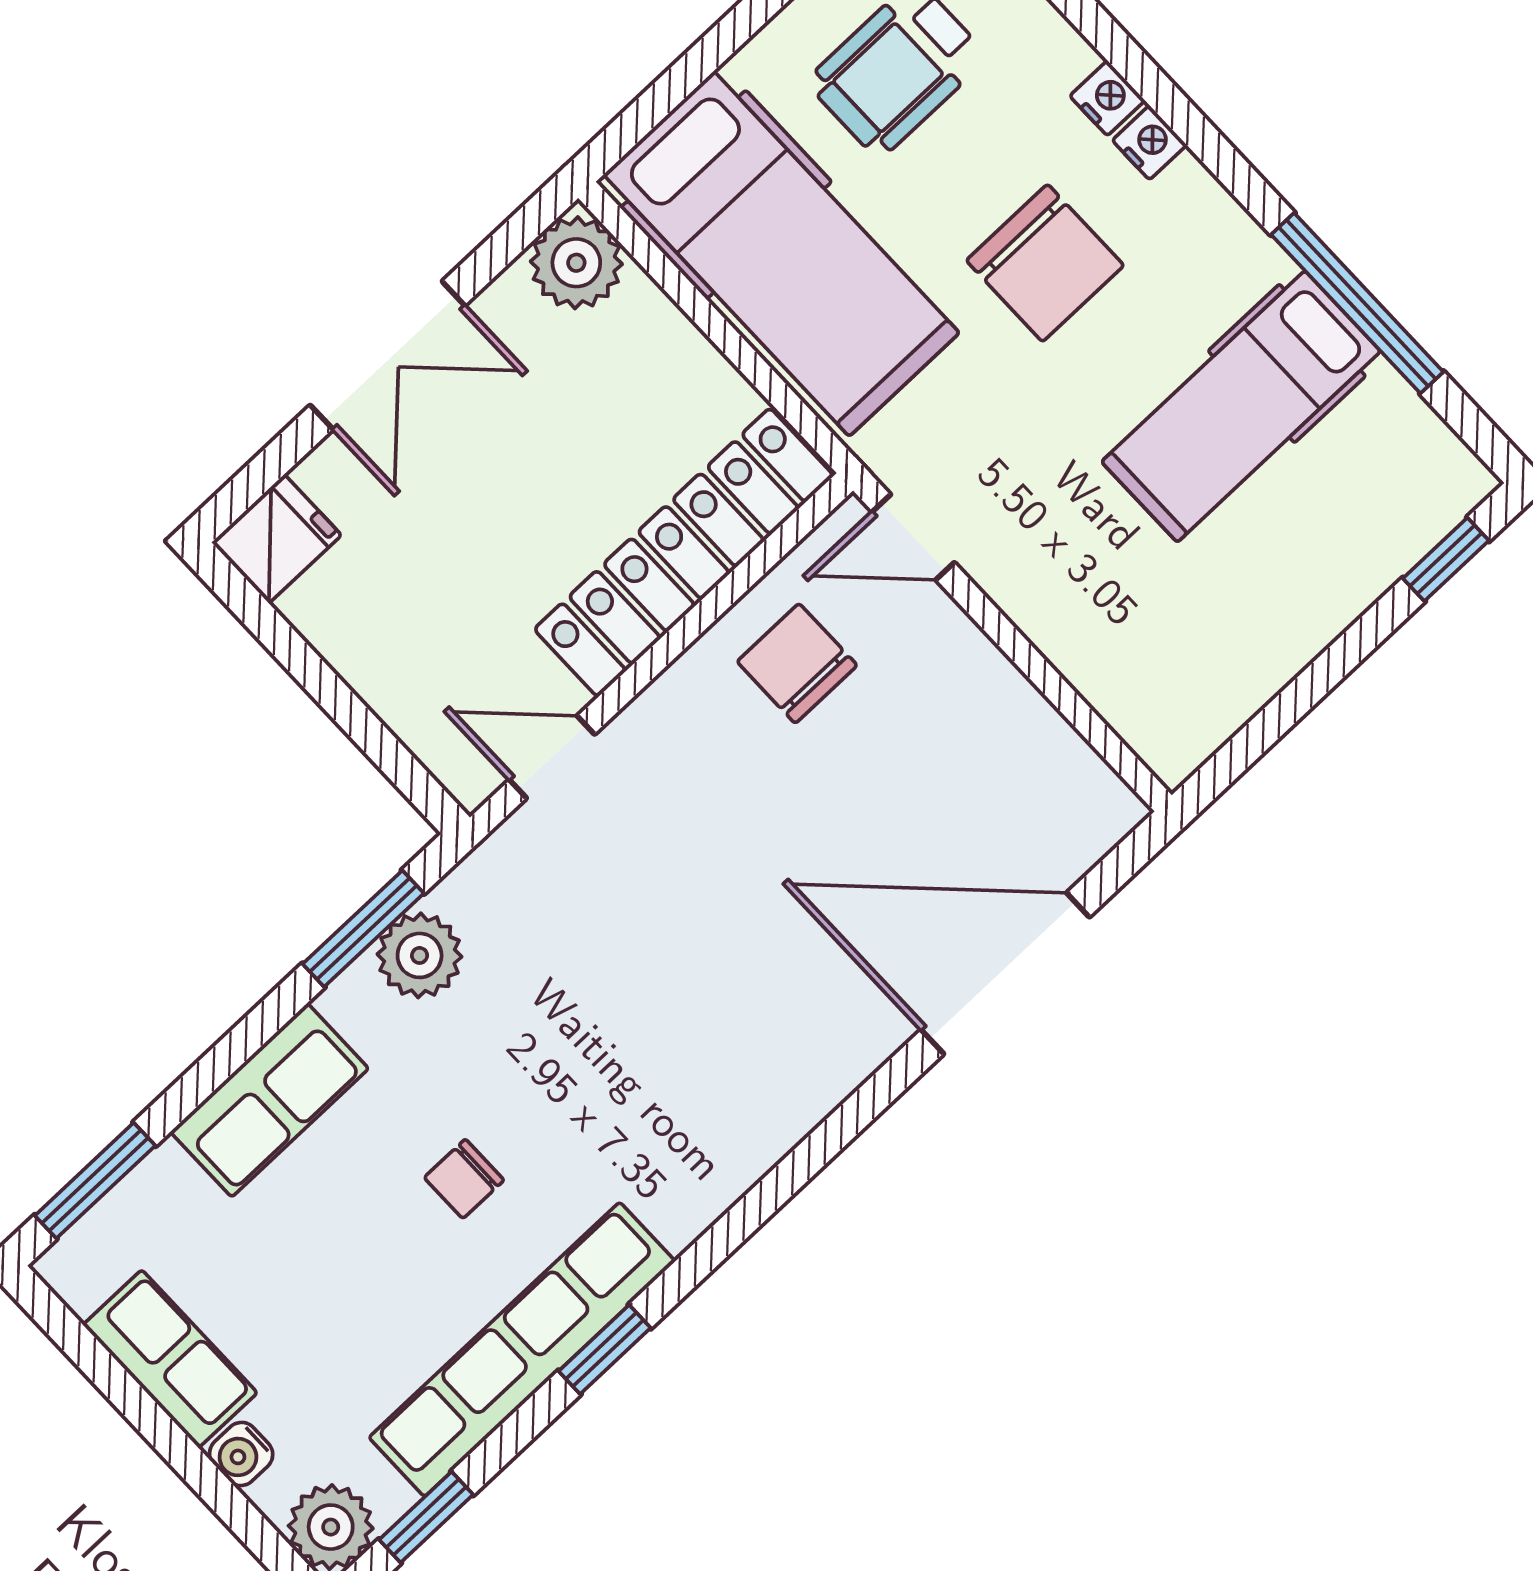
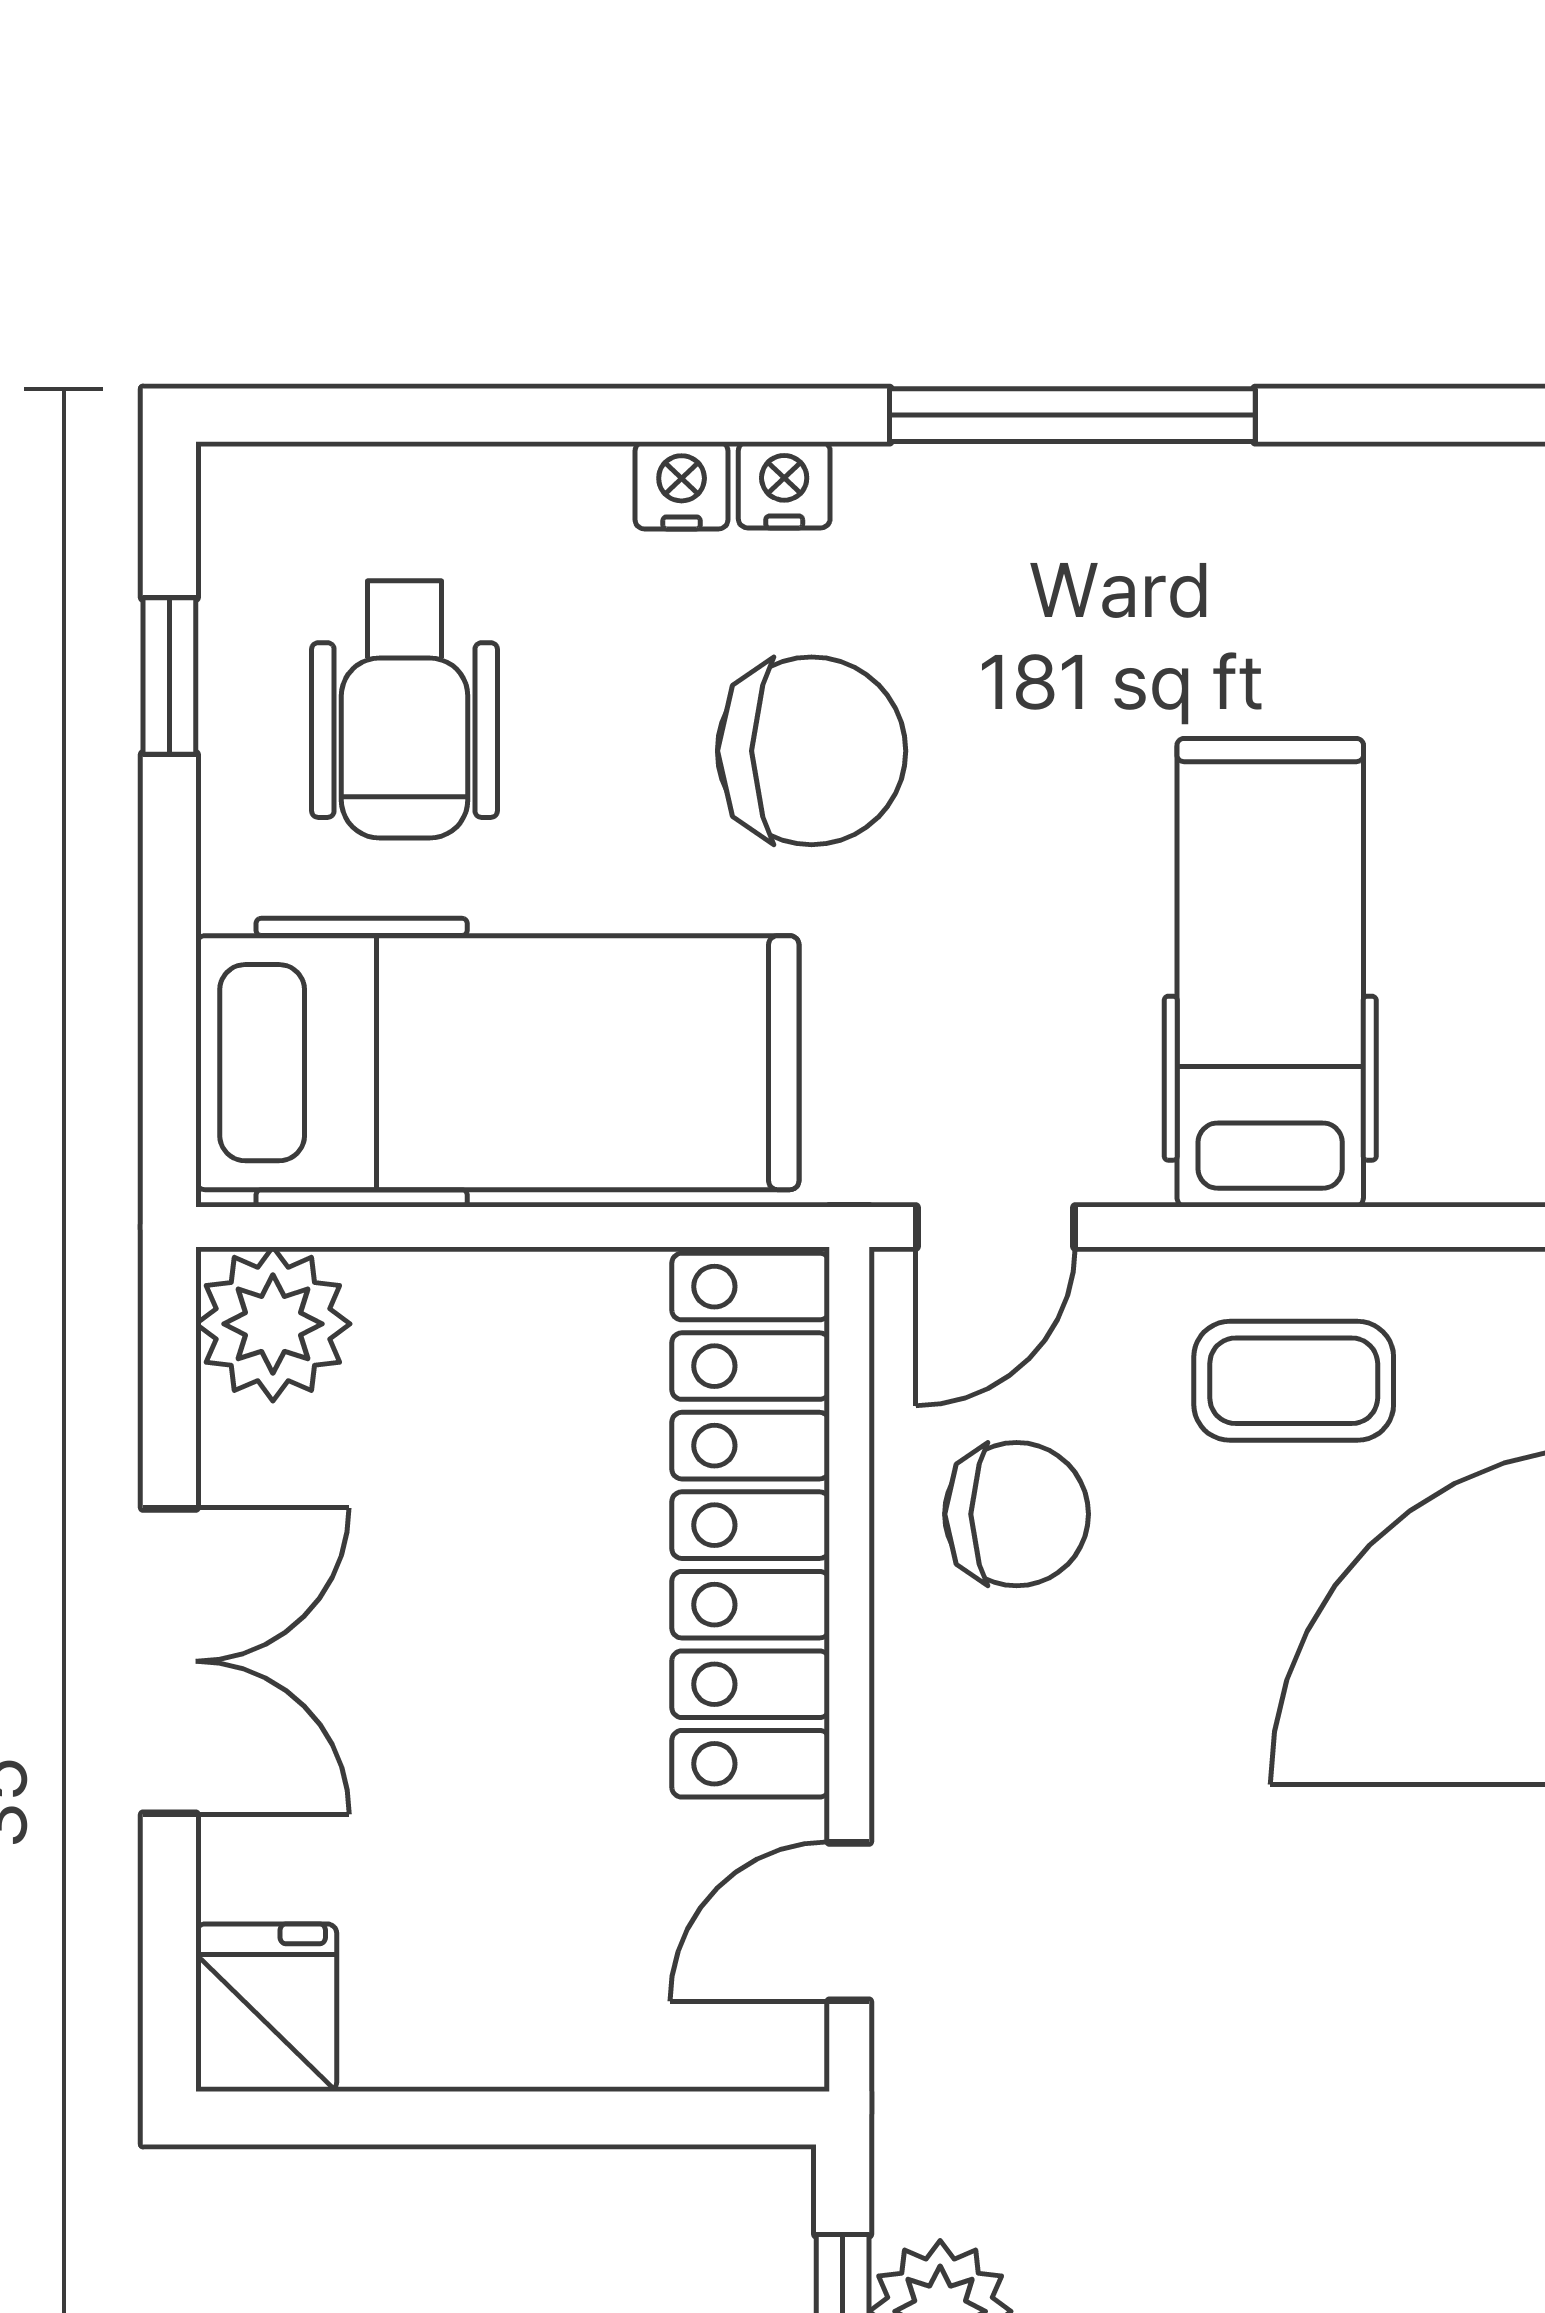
window: (1357, 303) -> (1072, 415), moved
hospital bed: (1241, 406) -> (1270, 973), moved, turned 180
chair: (797, 663) -> (1017, 1514), turned 180
coffee table: (968, 729) -> (1294, 1381), added

